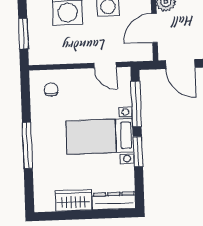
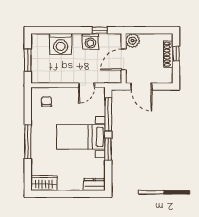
door: (105, 65) -> (87, 85), hinge flipped
wardrobe: (73, 200) -> (44, 183), moved
dresser: (114, 201) -> (94, 185), width x0.70

